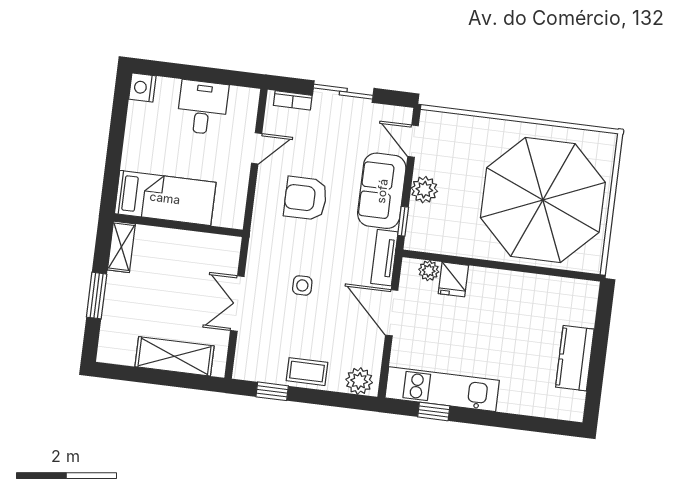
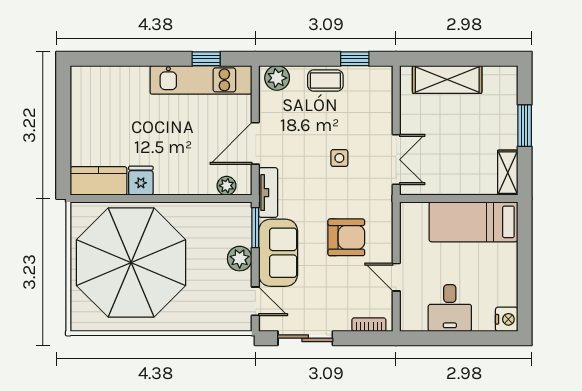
sliding door: (343, 92) -> (305, 338), moved
door: (257, 148) -> (396, 277), hinge flipped
window: (403, 221) -> (255, 228), width x1.50
fridge: (453, 279) -> (141, 181), moved
double door: (237, 304) -> (396, 160), moved
door: (392, 313) -> (255, 143), swing flipped
kitchen counter: (575, 358) -> (98, 181), moved, turned -90

